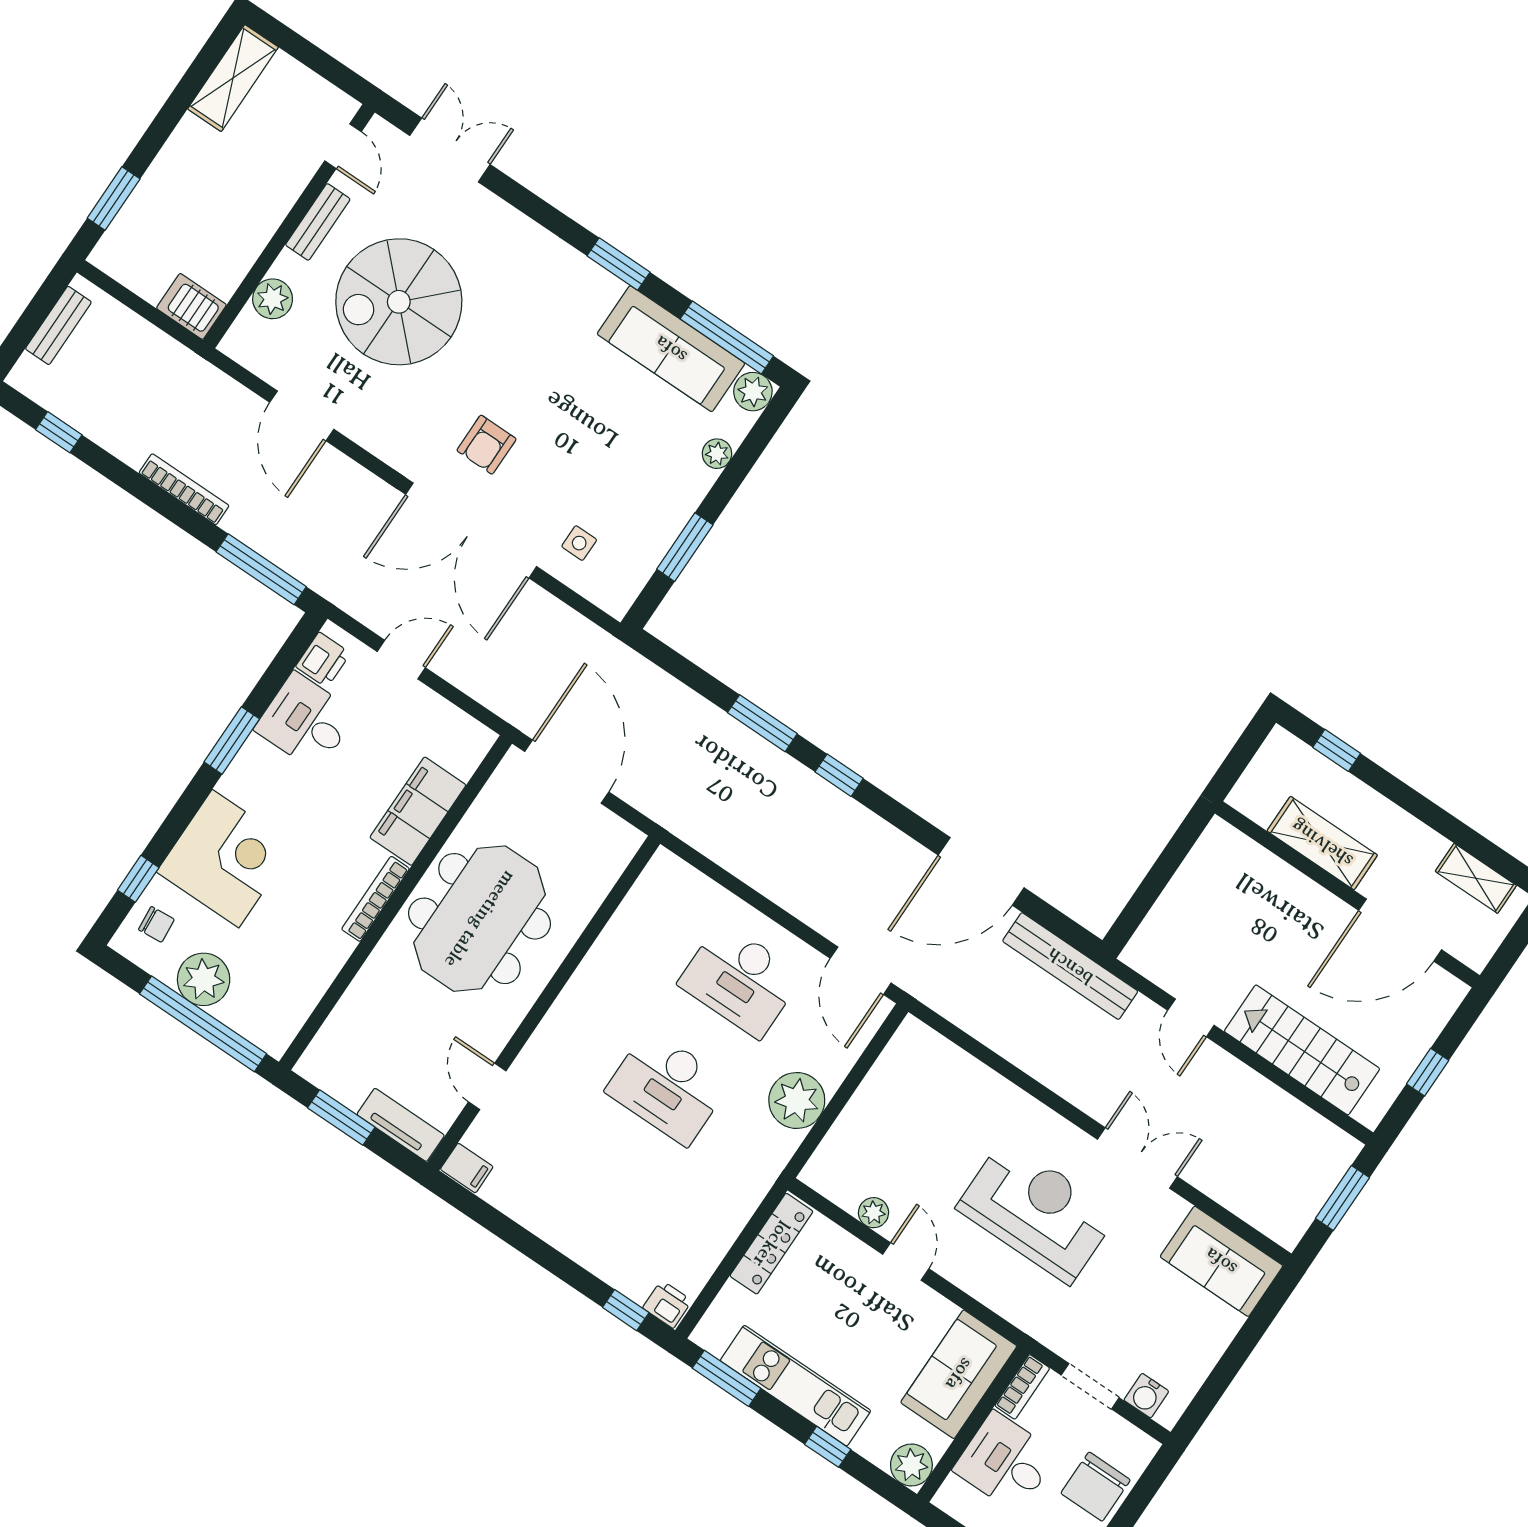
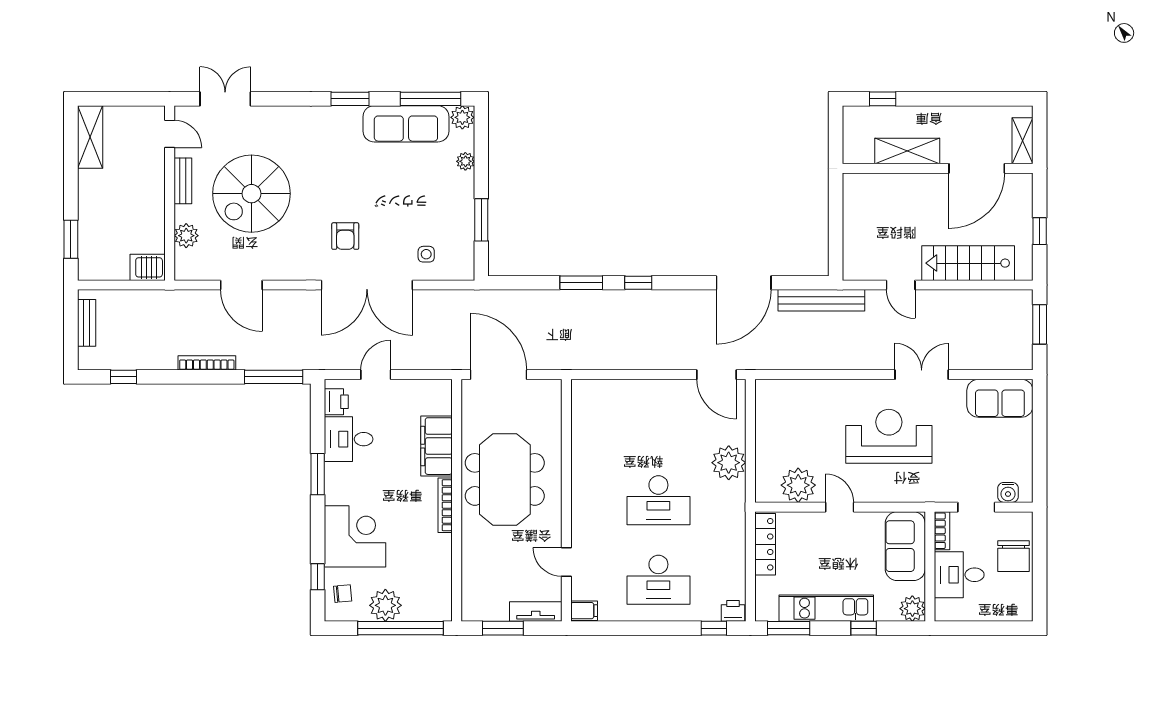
shelving: (1476, 878) -> (1023, 141), moved, turned 90
desk: (740, 980) -> (658, 580), moved
plant: (874, 1213) -> (798, 485), width x1.88, depth x1.88

